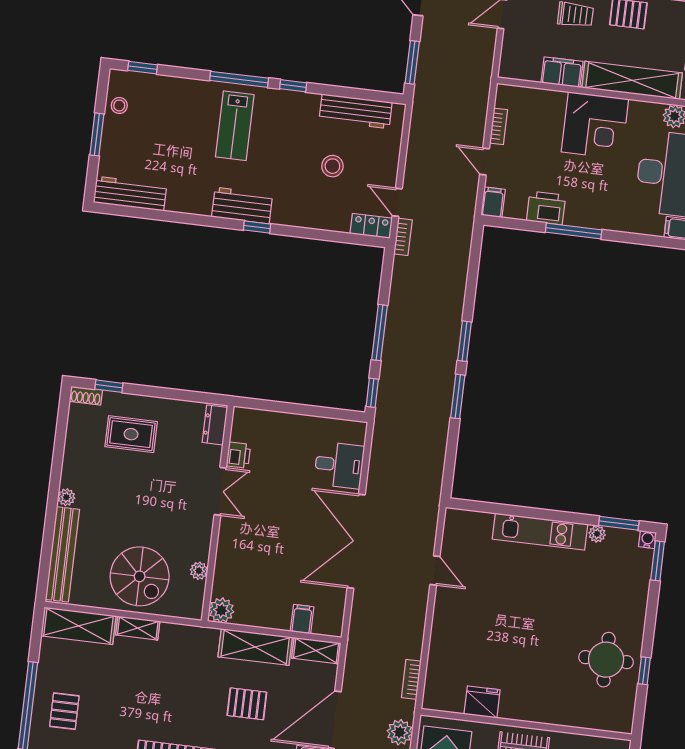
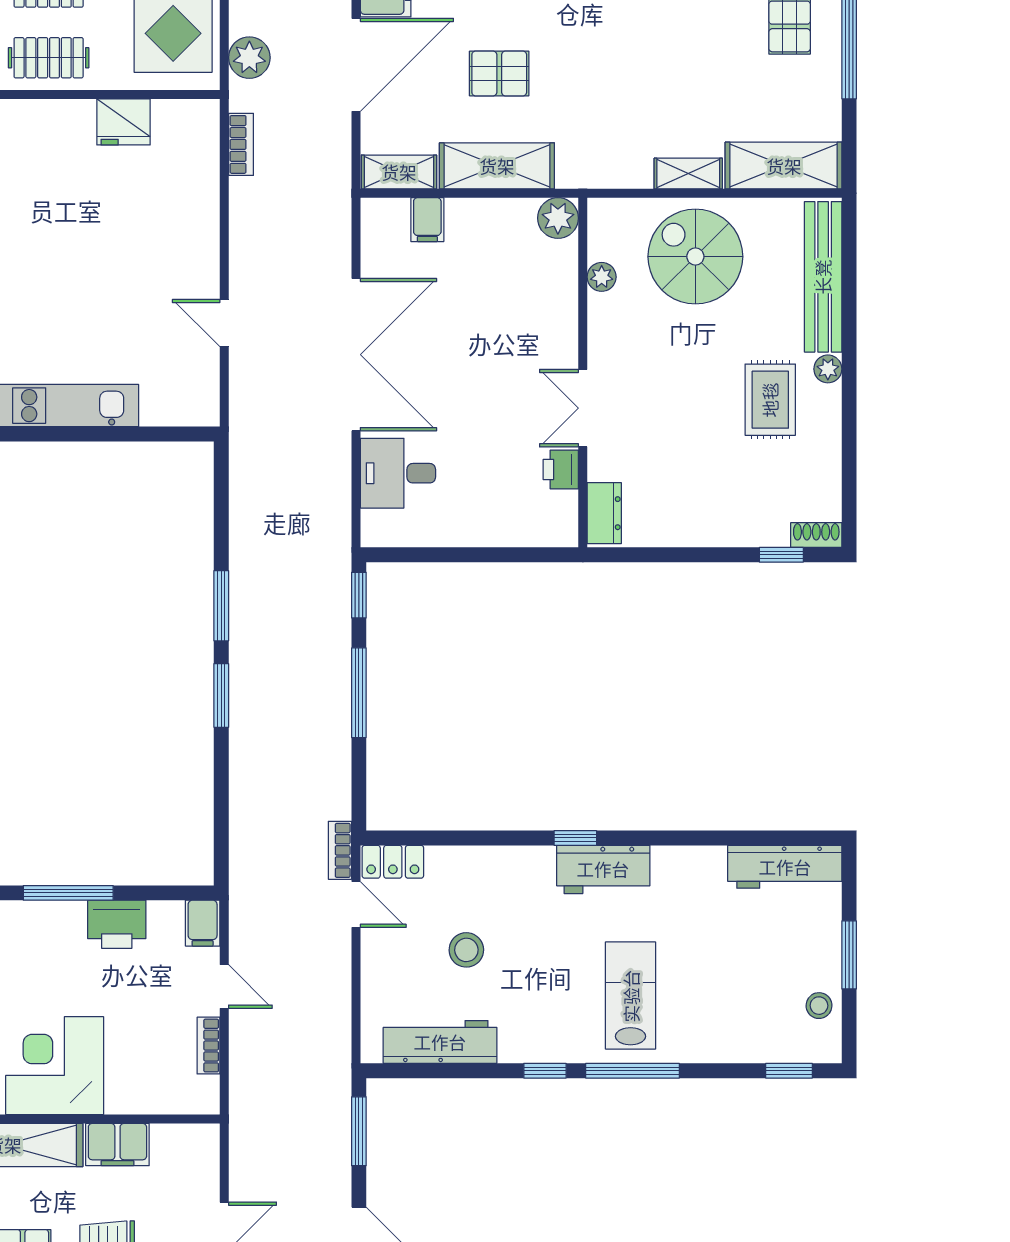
rug: (131, 434) -> (770, 400), moved, turned 90

